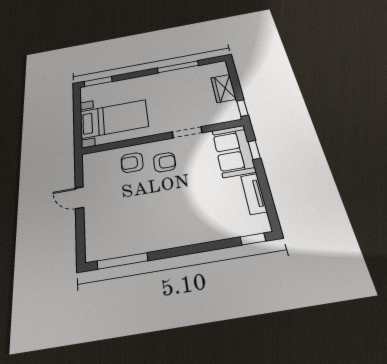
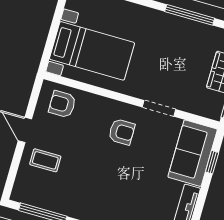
armchair: (132, 163) -> (62, 104), moved
coffee table: (107, 214) -> (45, 160), added

